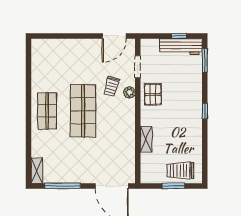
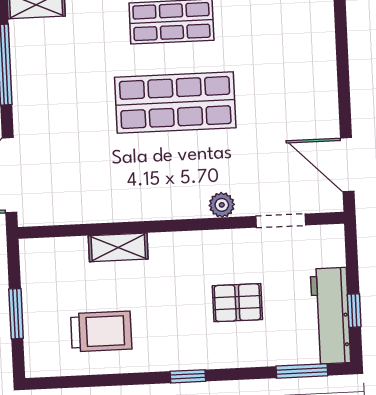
trolley: (111, 86) -> (233, 164), removed
pallet: (153, 94) -> (237, 303), moved
trolley: (180, 171) -> (101, 331), moved, turned 90

